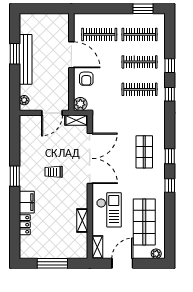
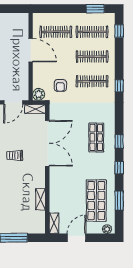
window: (170, 66) -> (119, 31), moved
armchair: (86, 79) -> (60, 85), moved
checkout: (109, 210) -> (64, 190), removed
window: (170, 222) -> (119, 201), added

